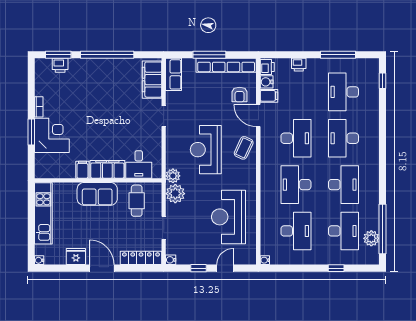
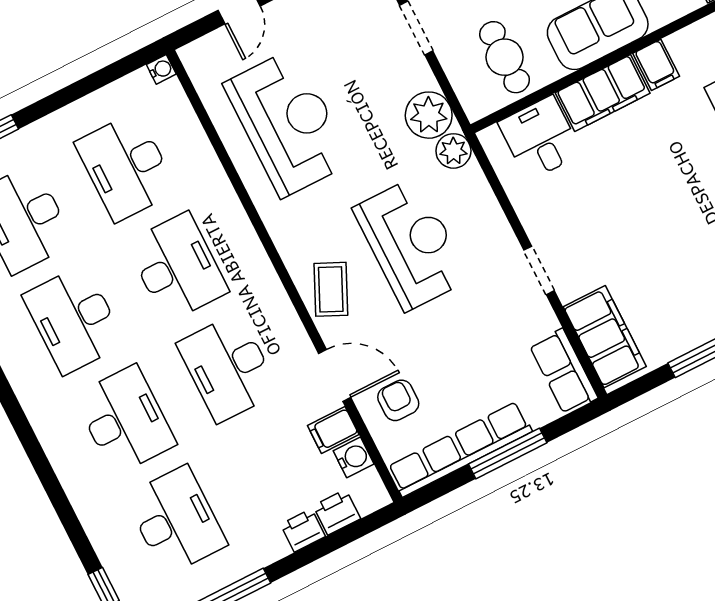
printer: (267, 67) -> (337, 512), moved, turned 90

